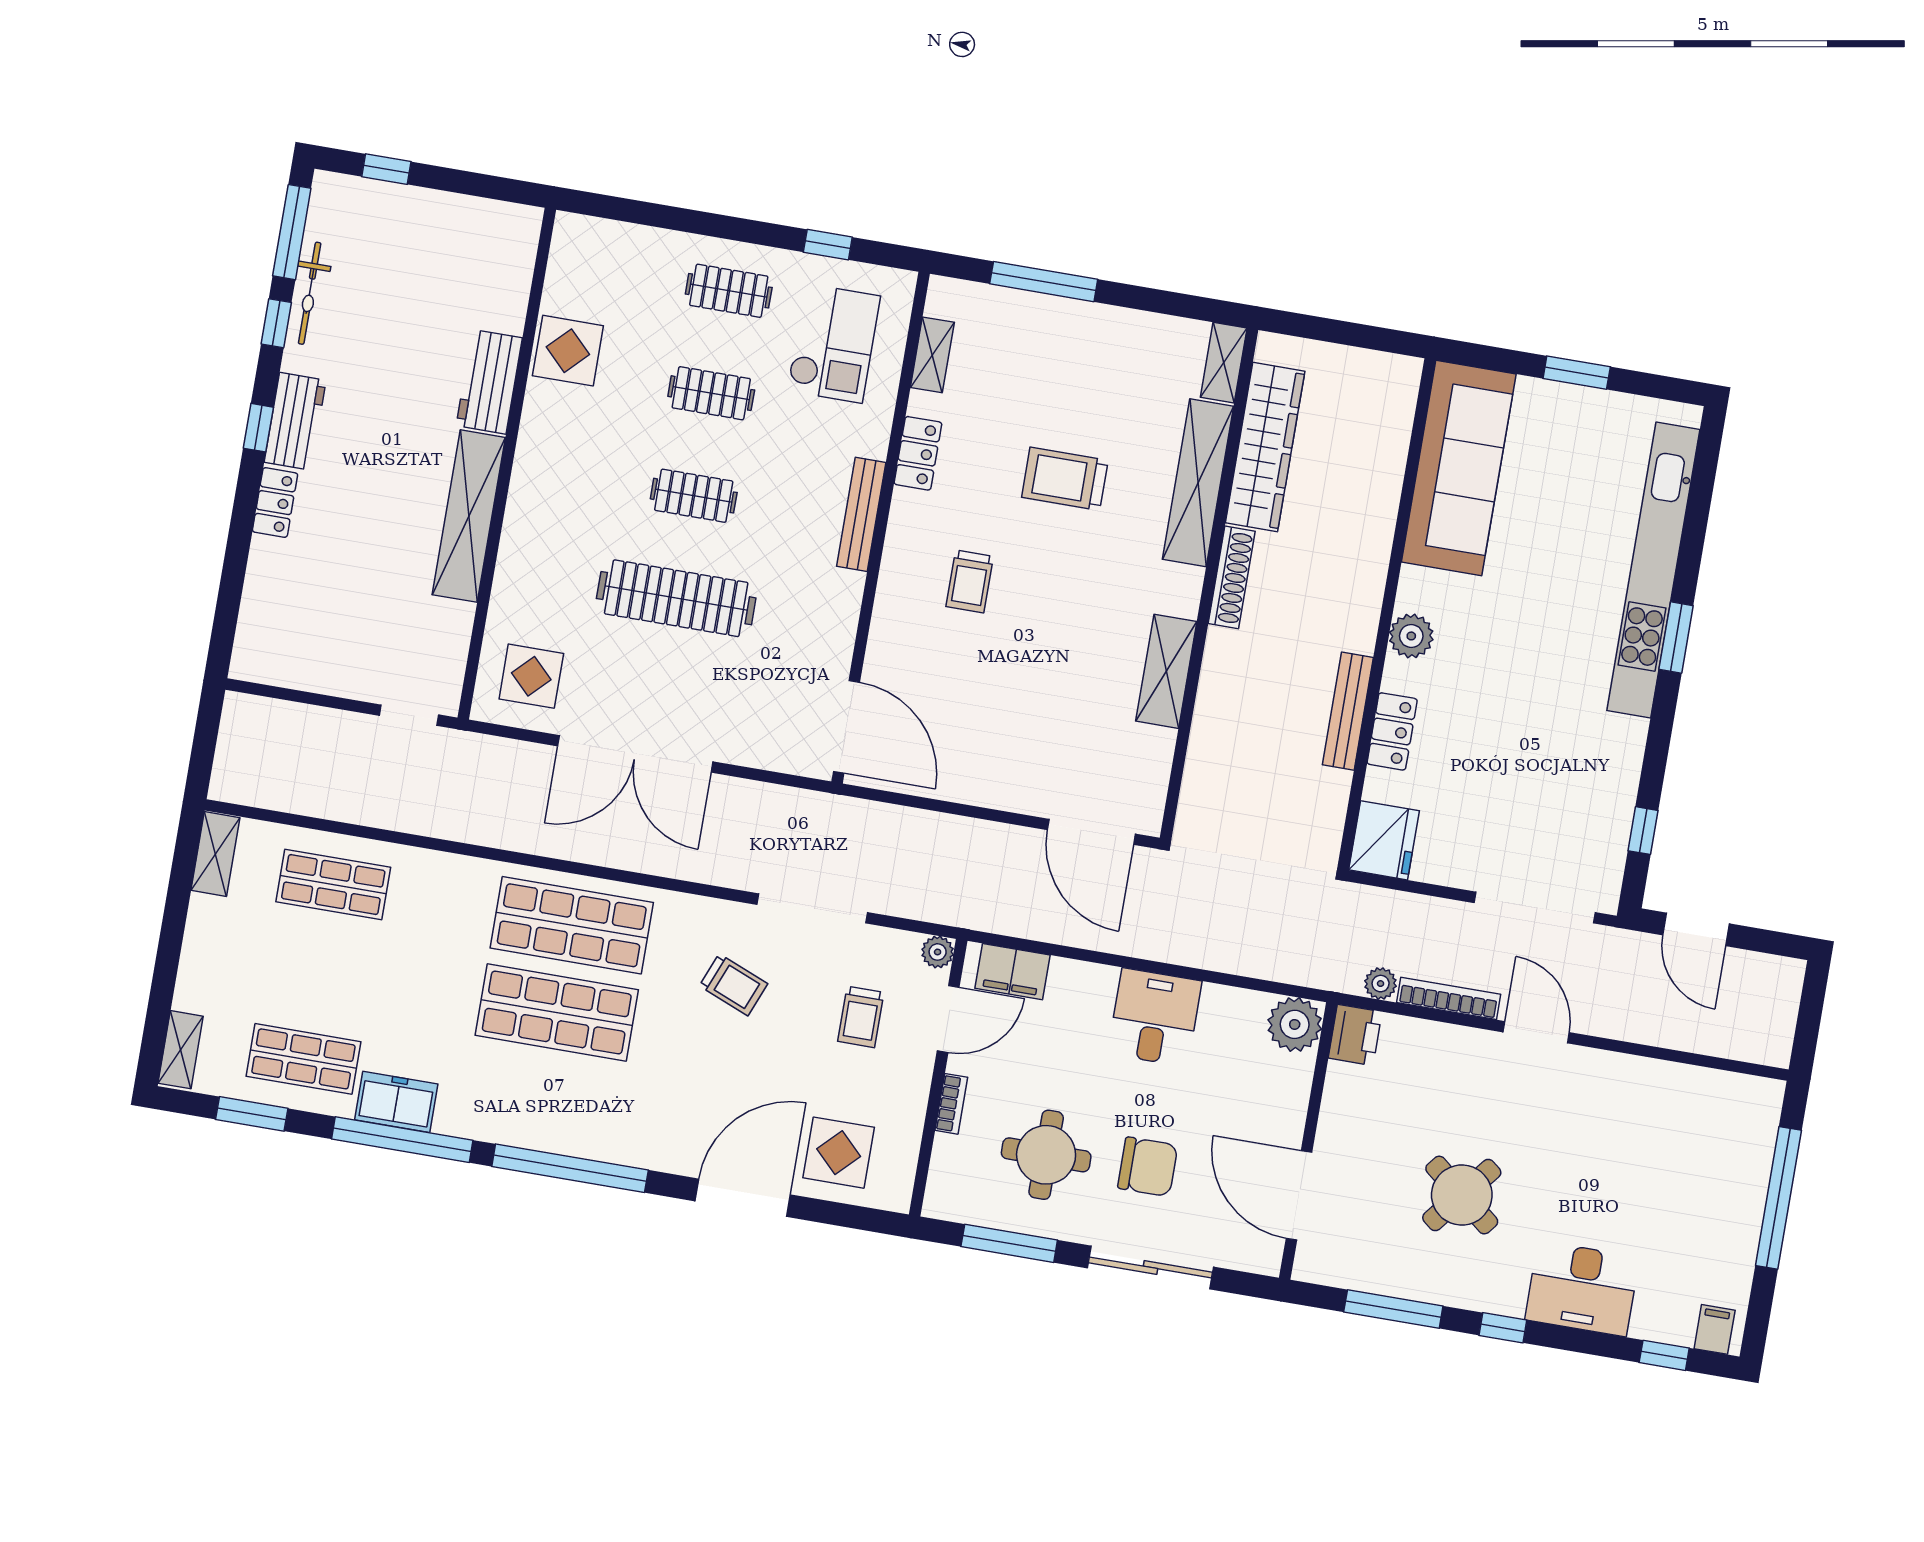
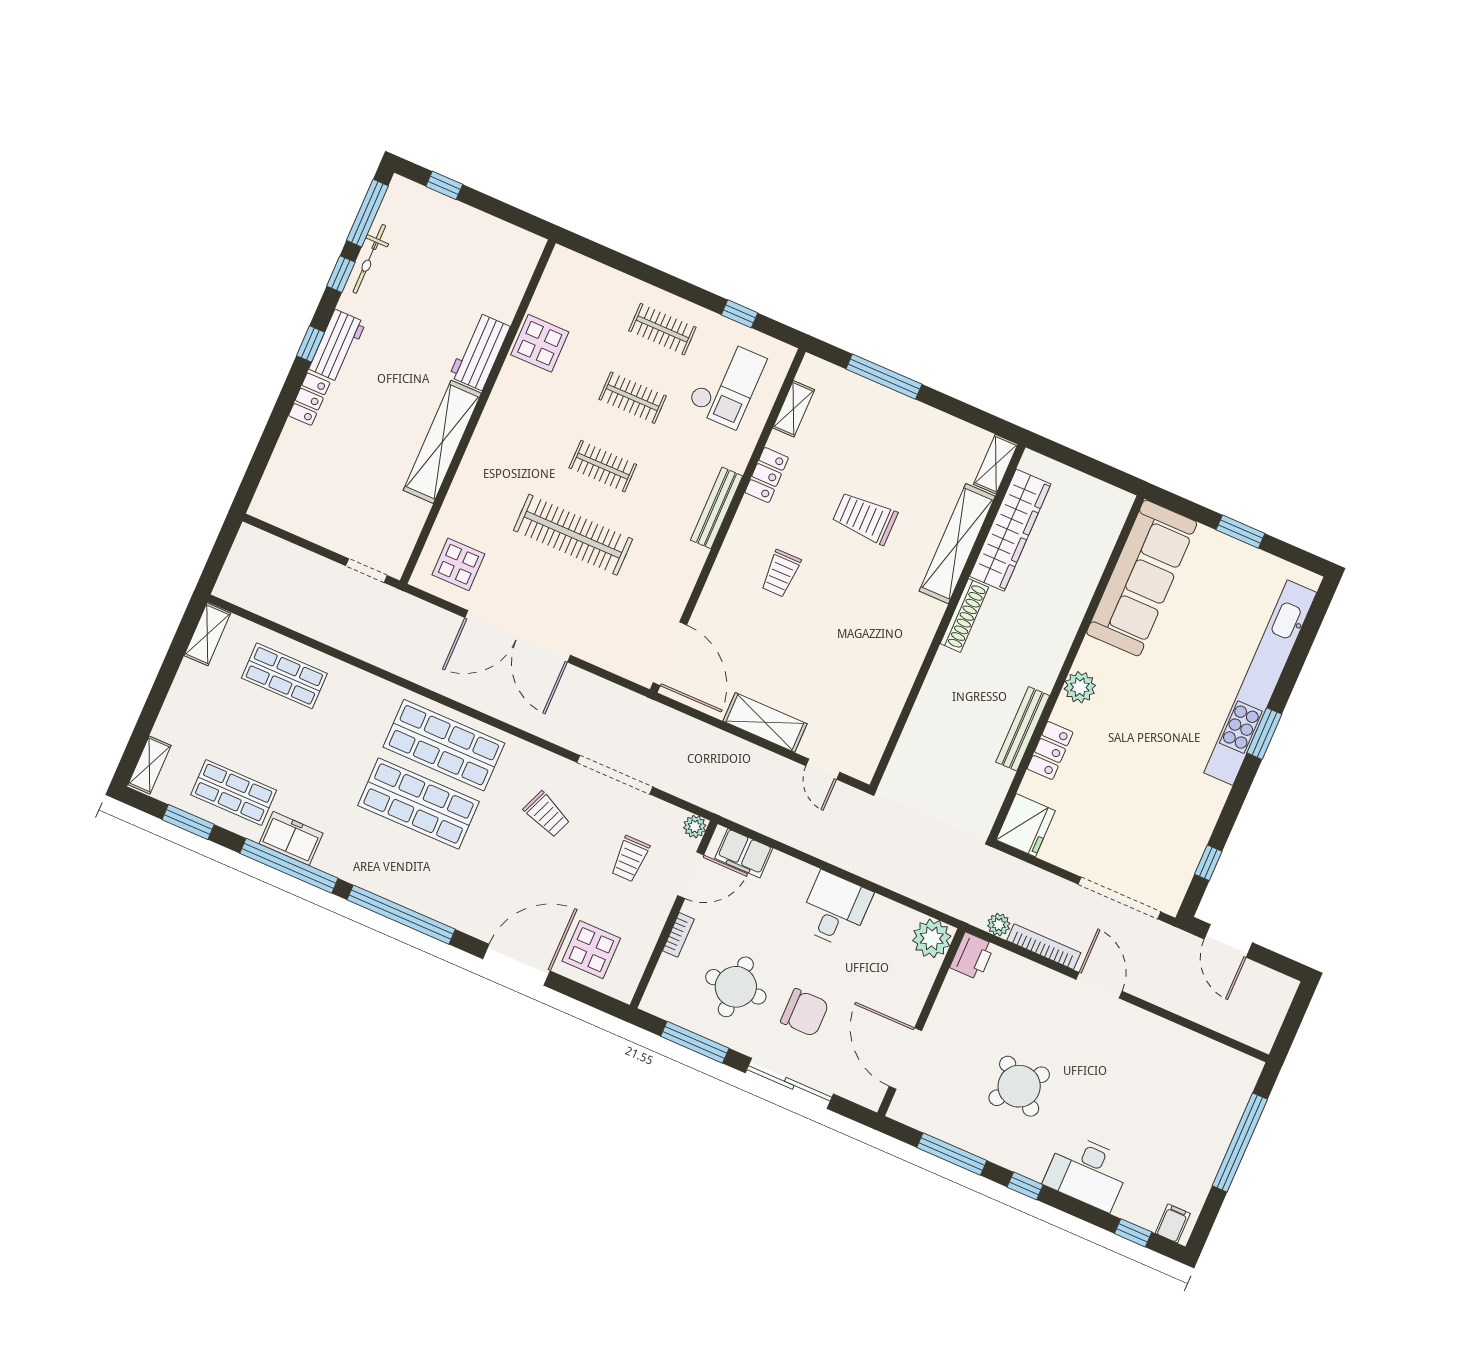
shelving: (1166, 671) -> (765, 722), moved, turned 90
door: (1091, 832) -> (823, 769), width x0.53

